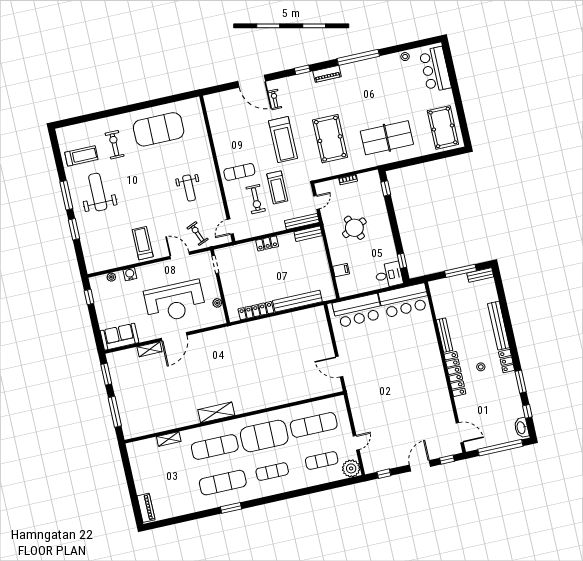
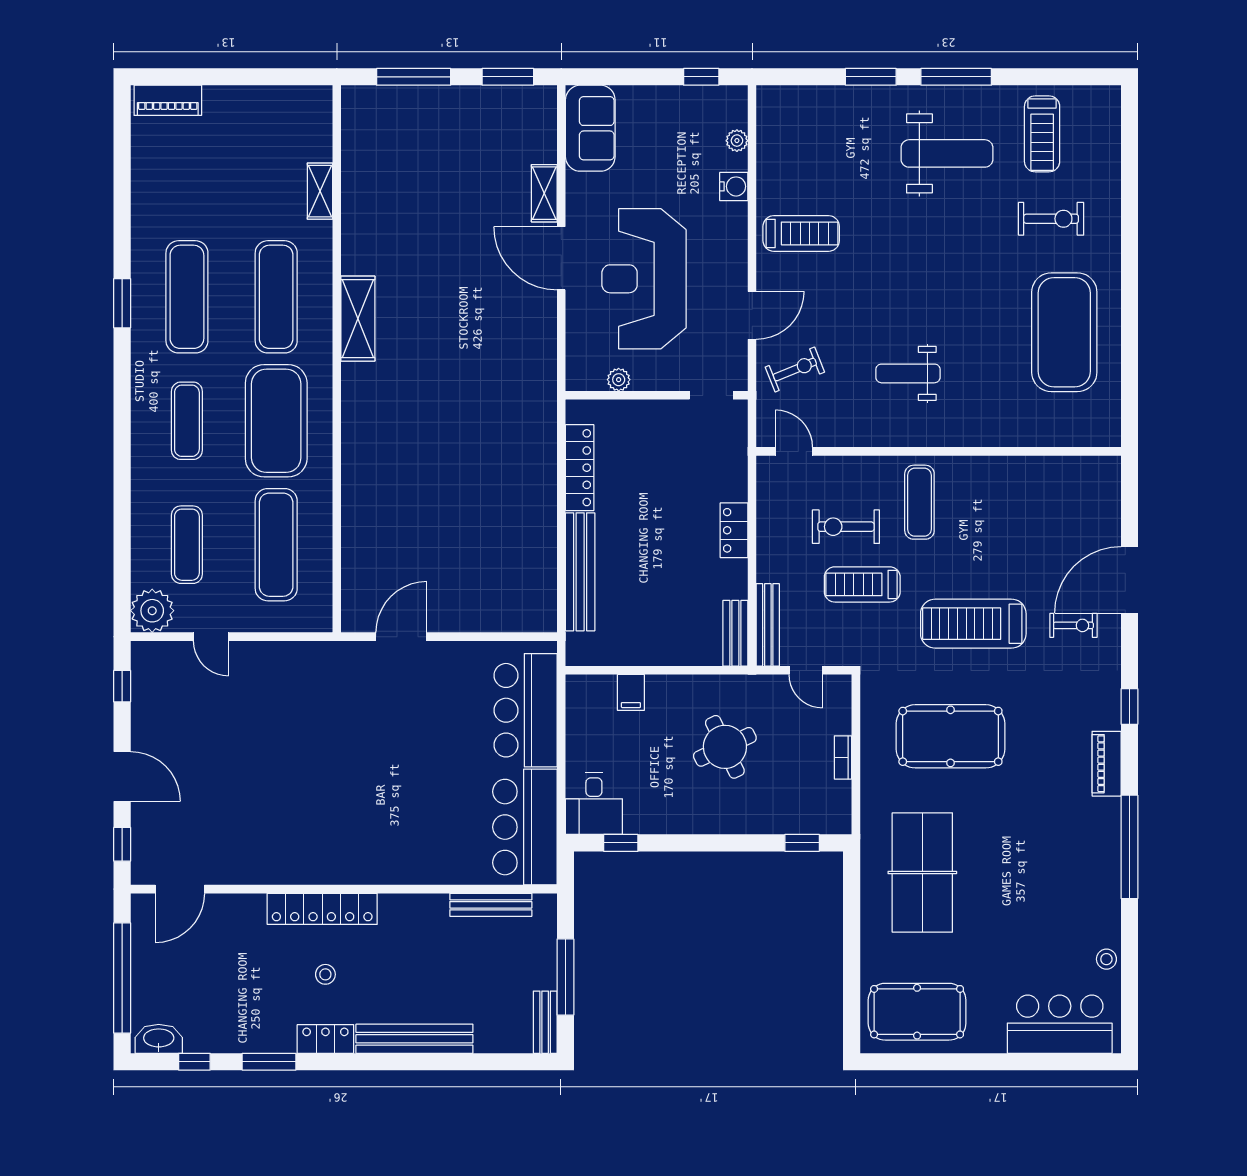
bench: (445, 335) -> (491, 905), moved

